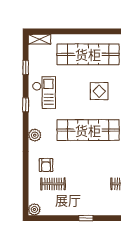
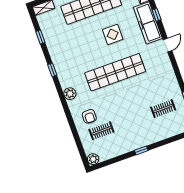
checkout: (44, 93) -> (65, 53), removed

